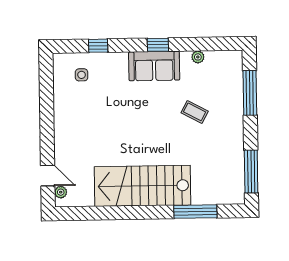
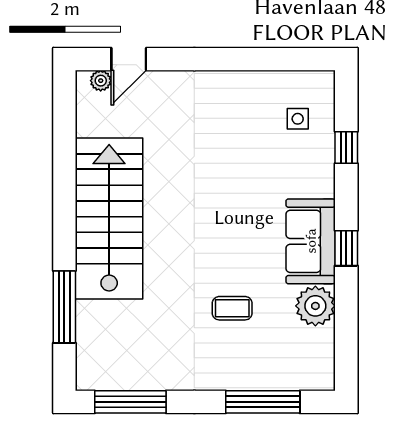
plant: (198, 57) -> (315, 306), width x1.88, depth x1.88
coffee table: (195, 112) -> (232, 308), turned 62

